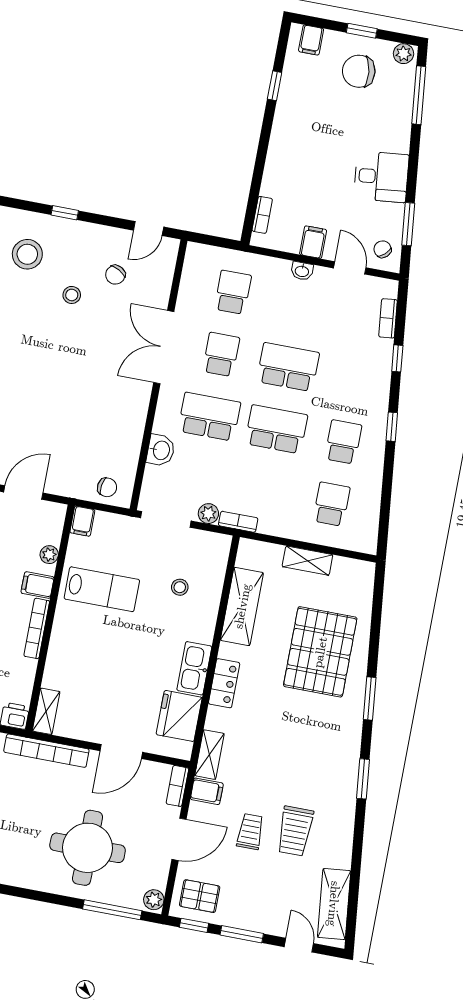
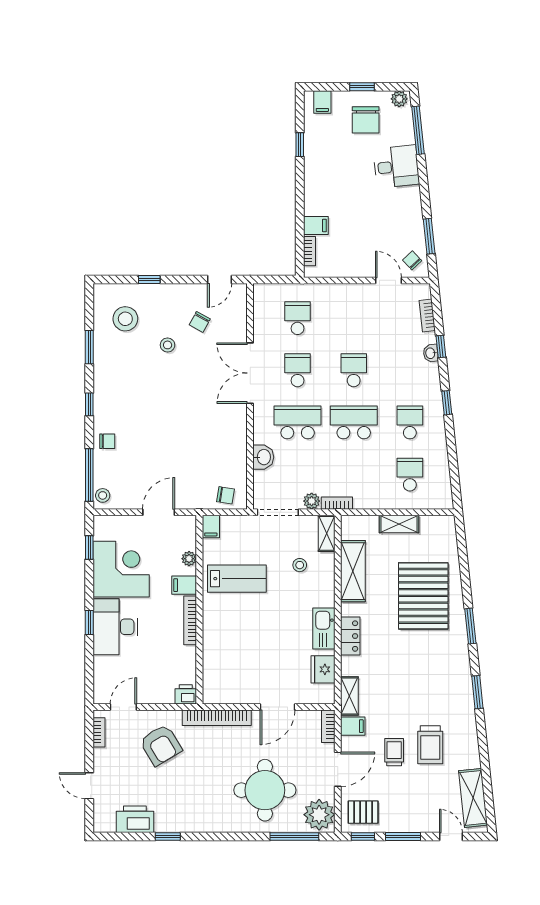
chair: (359, 71) -> (366, 120), turned -83
desk: (381, 177) -> (396, 167), moved
filing cabinet: (313, 242) -> (316, 225), moved, turned 90
washbasin: (302, 271) -> (431, 353), moved, turned 84
school desk: (288, 367) -> (354, 370), width x0.54
shelving: (46, 711) -> (327, 533), moved
fridge: (179, 716) -> (323, 669), width x0.73, depth x0.75
plant: (154, 900) -> (319, 815), width x1.87, depth x1.87

